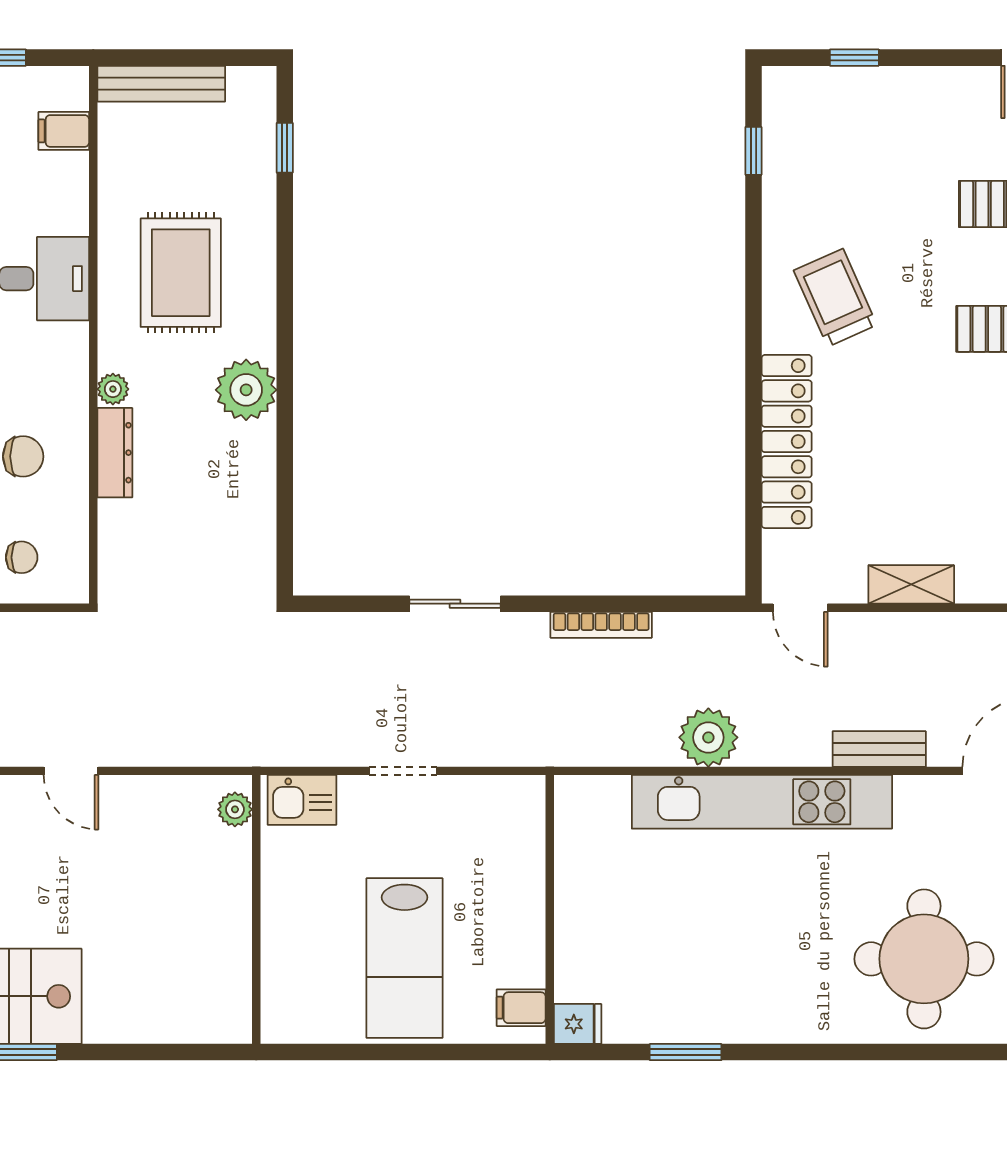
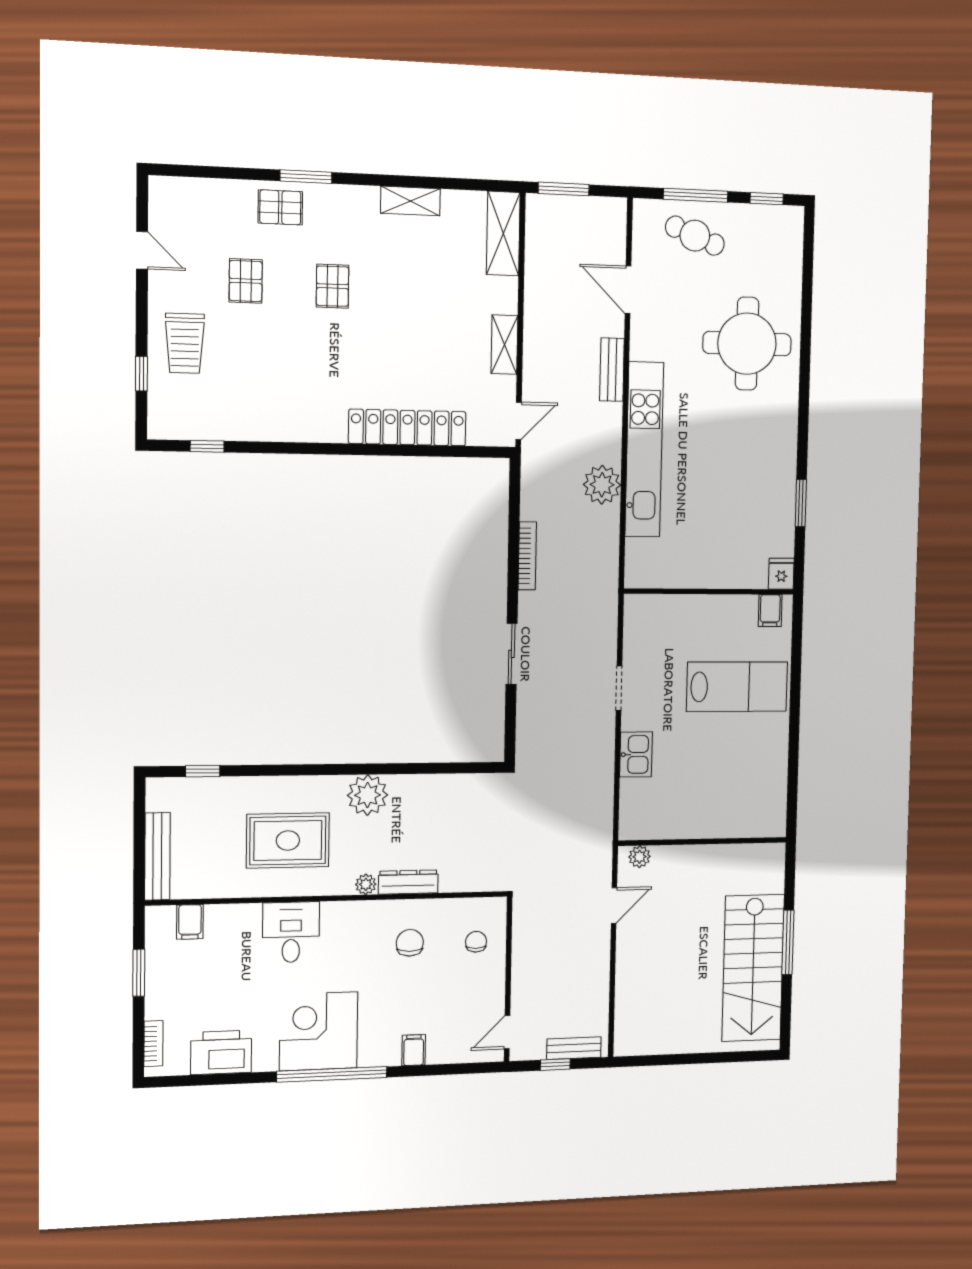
trolley: (835, 298) -> (185, 343), moved, turned -66
plant: (235, 809) -> (640, 857), moved
wall: (256, 909) -> (703, 842), moved

